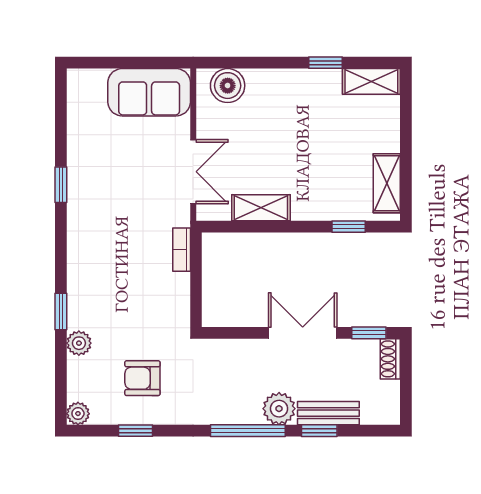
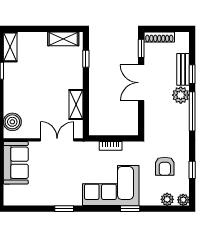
bookcase: (182, 250) -> (111, 146), moved
corner sofa: (105, 274) -> (111, 186), added
plant: (79, 343) -> (167, 199), moved
shoe rack: (390, 359) -> (159, 37), width x1.43

